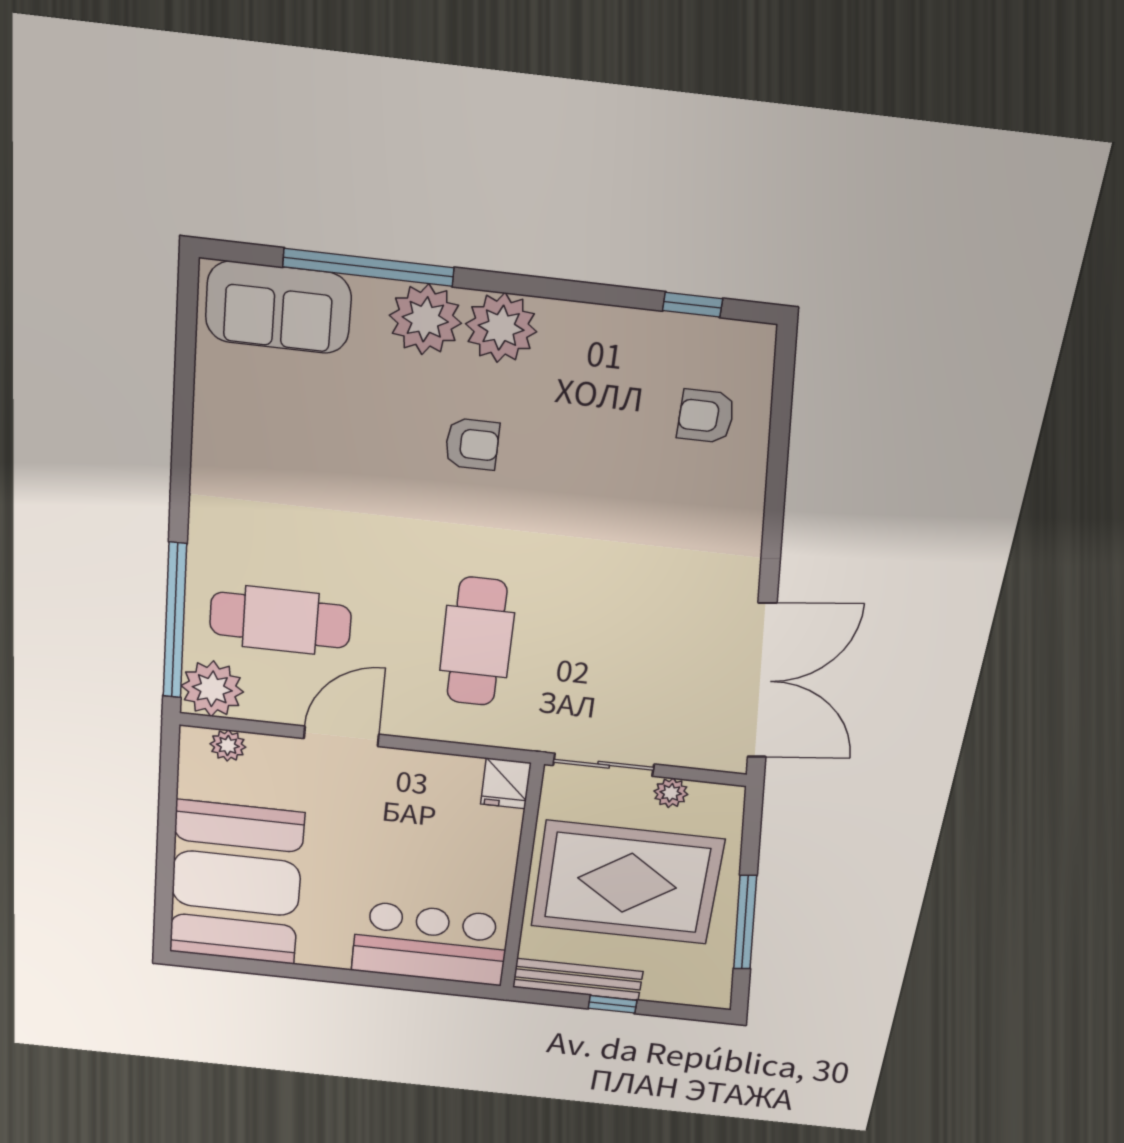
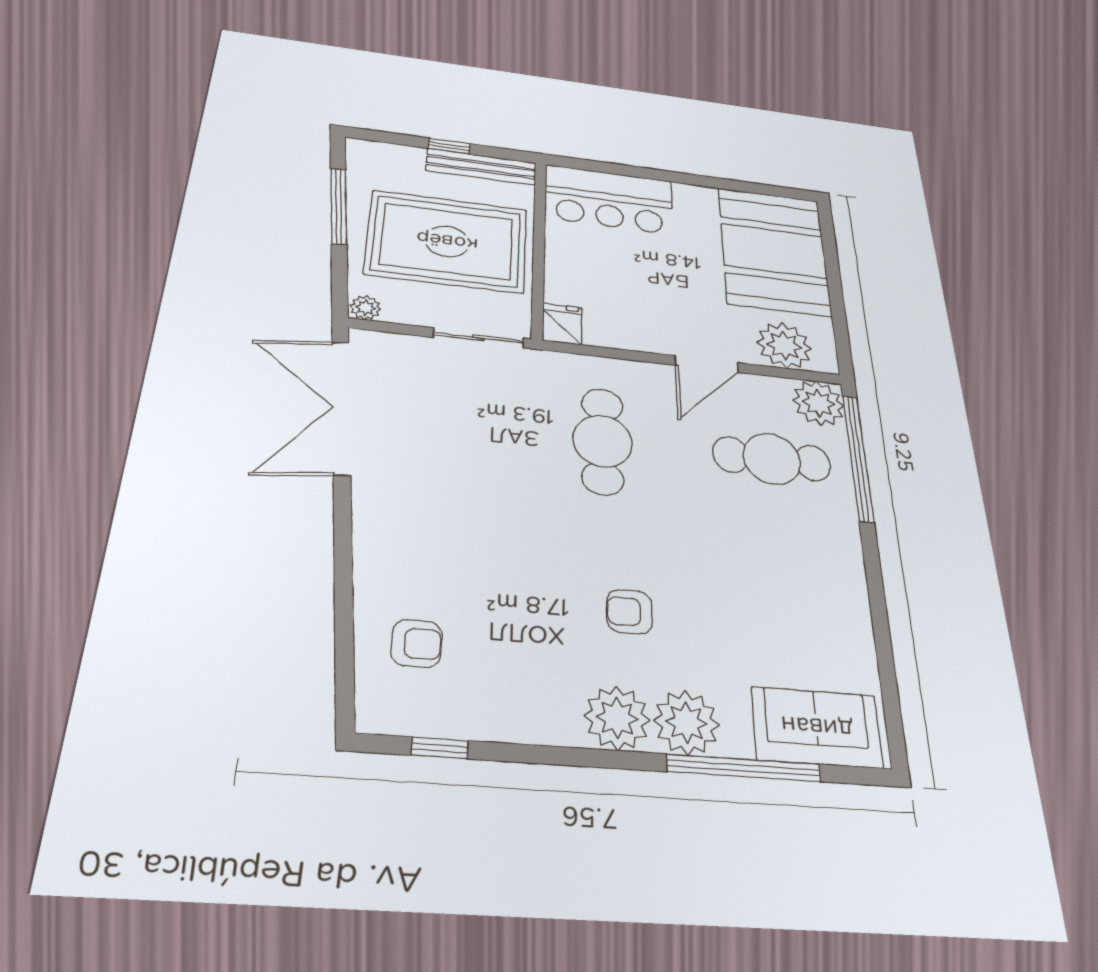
plant: (228, 745) -> (784, 346), width x1.88, depth x1.88
plant: (671, 793) -> (366, 308), moved

